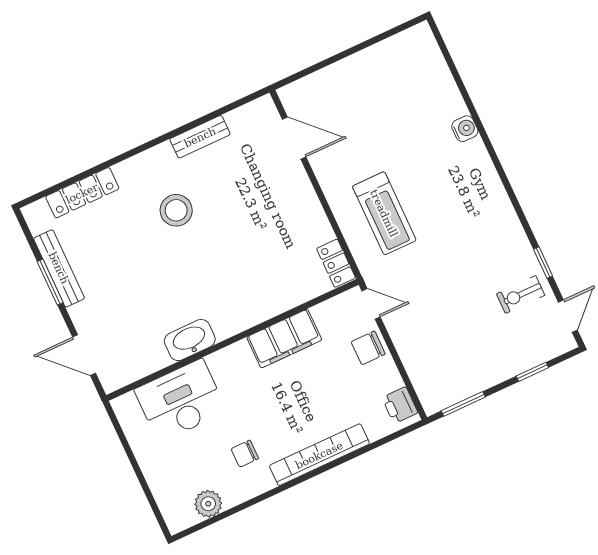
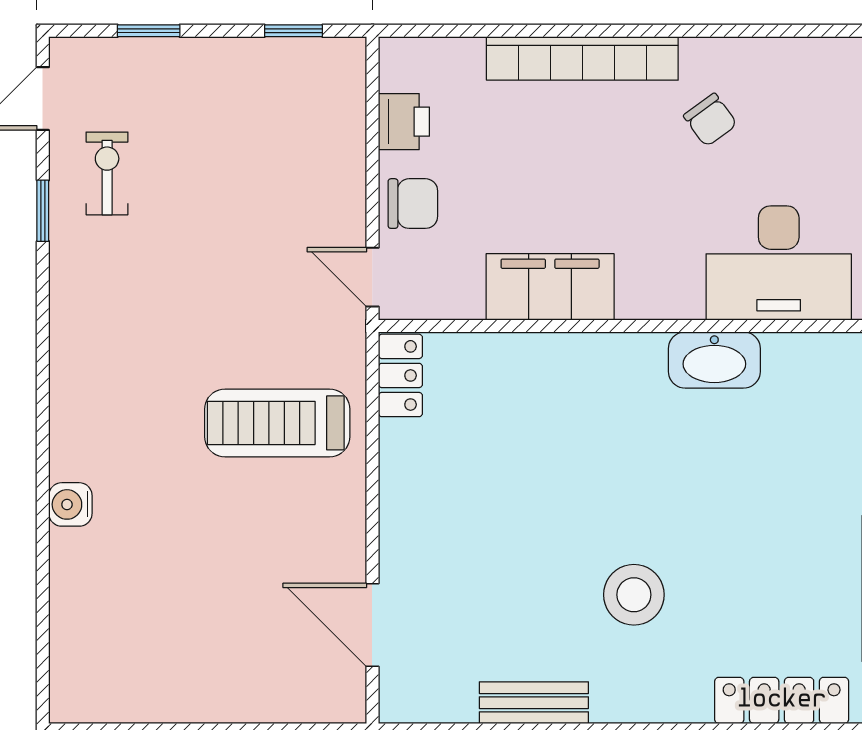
treadmill: (384, 213) -> (277, 423), turned -90
exercise bike: (521, 295) -> (107, 173), turned -90
window: (463, 404) -> (294, 31), width x0.67
printer: (400, 405) -> (404, 122), moved
chair: (245, 454) -> (710, 120), turned 54
plant: (208, 504) -> (814, 63), removed

